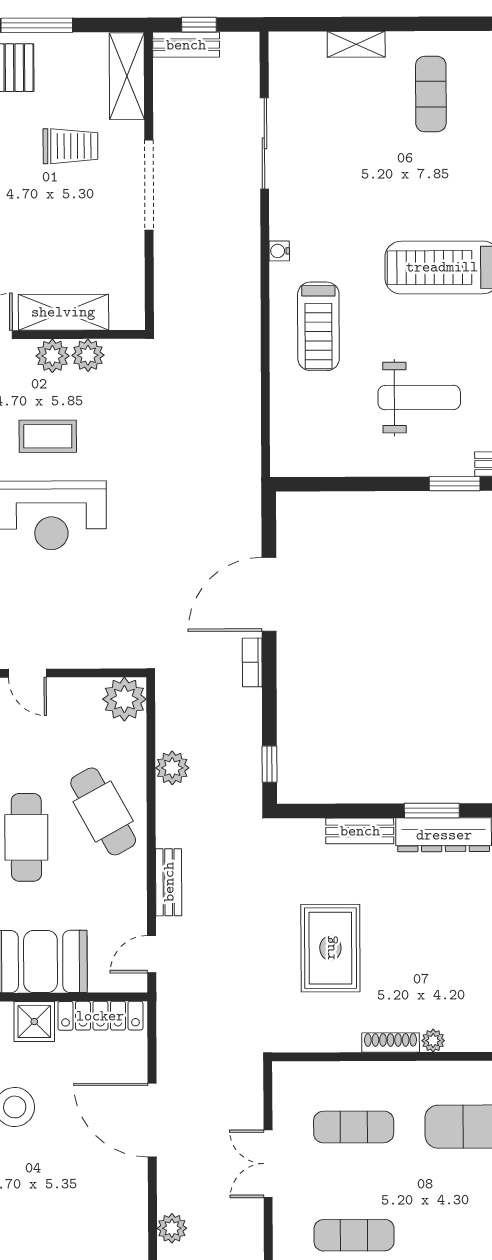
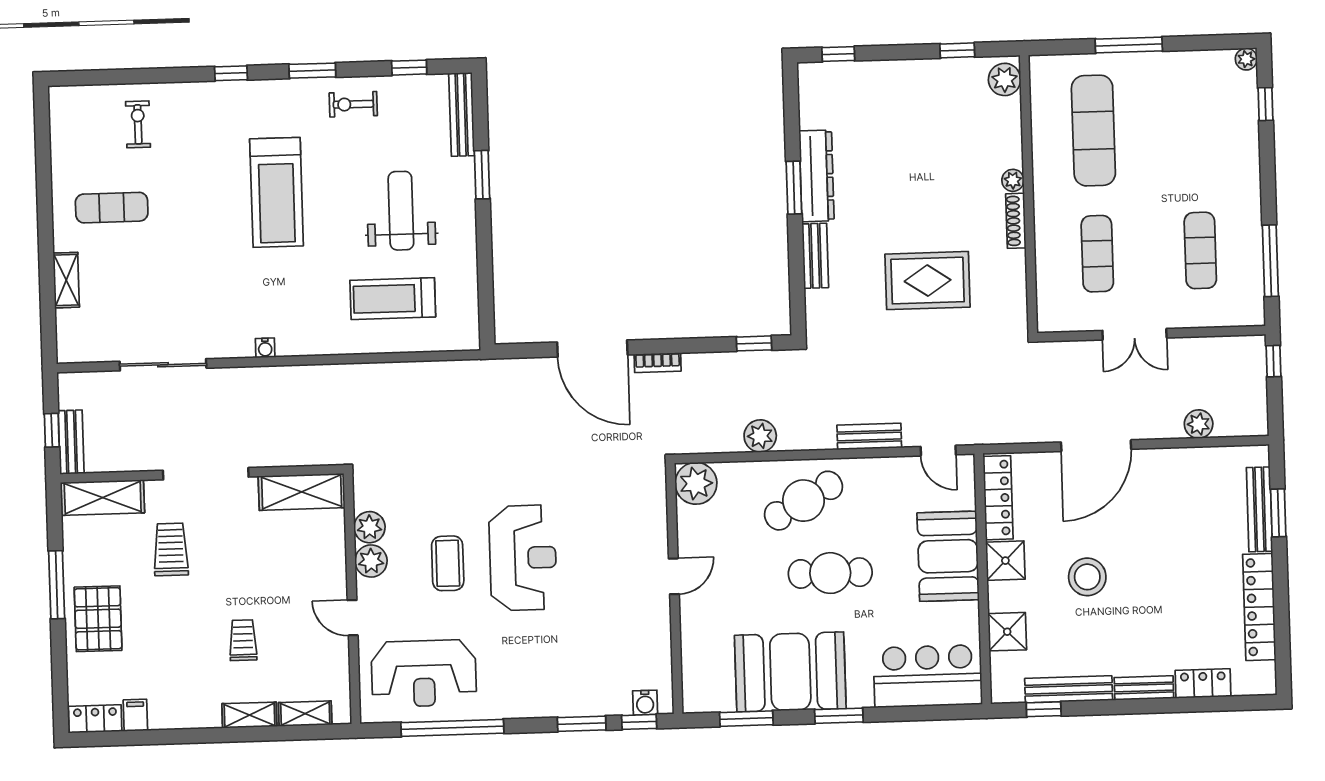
shelving: (63, 312) -> (302, 492), moved, turned 90
treadmill: (318, 326) -> (393, 299), moved, turned 180

